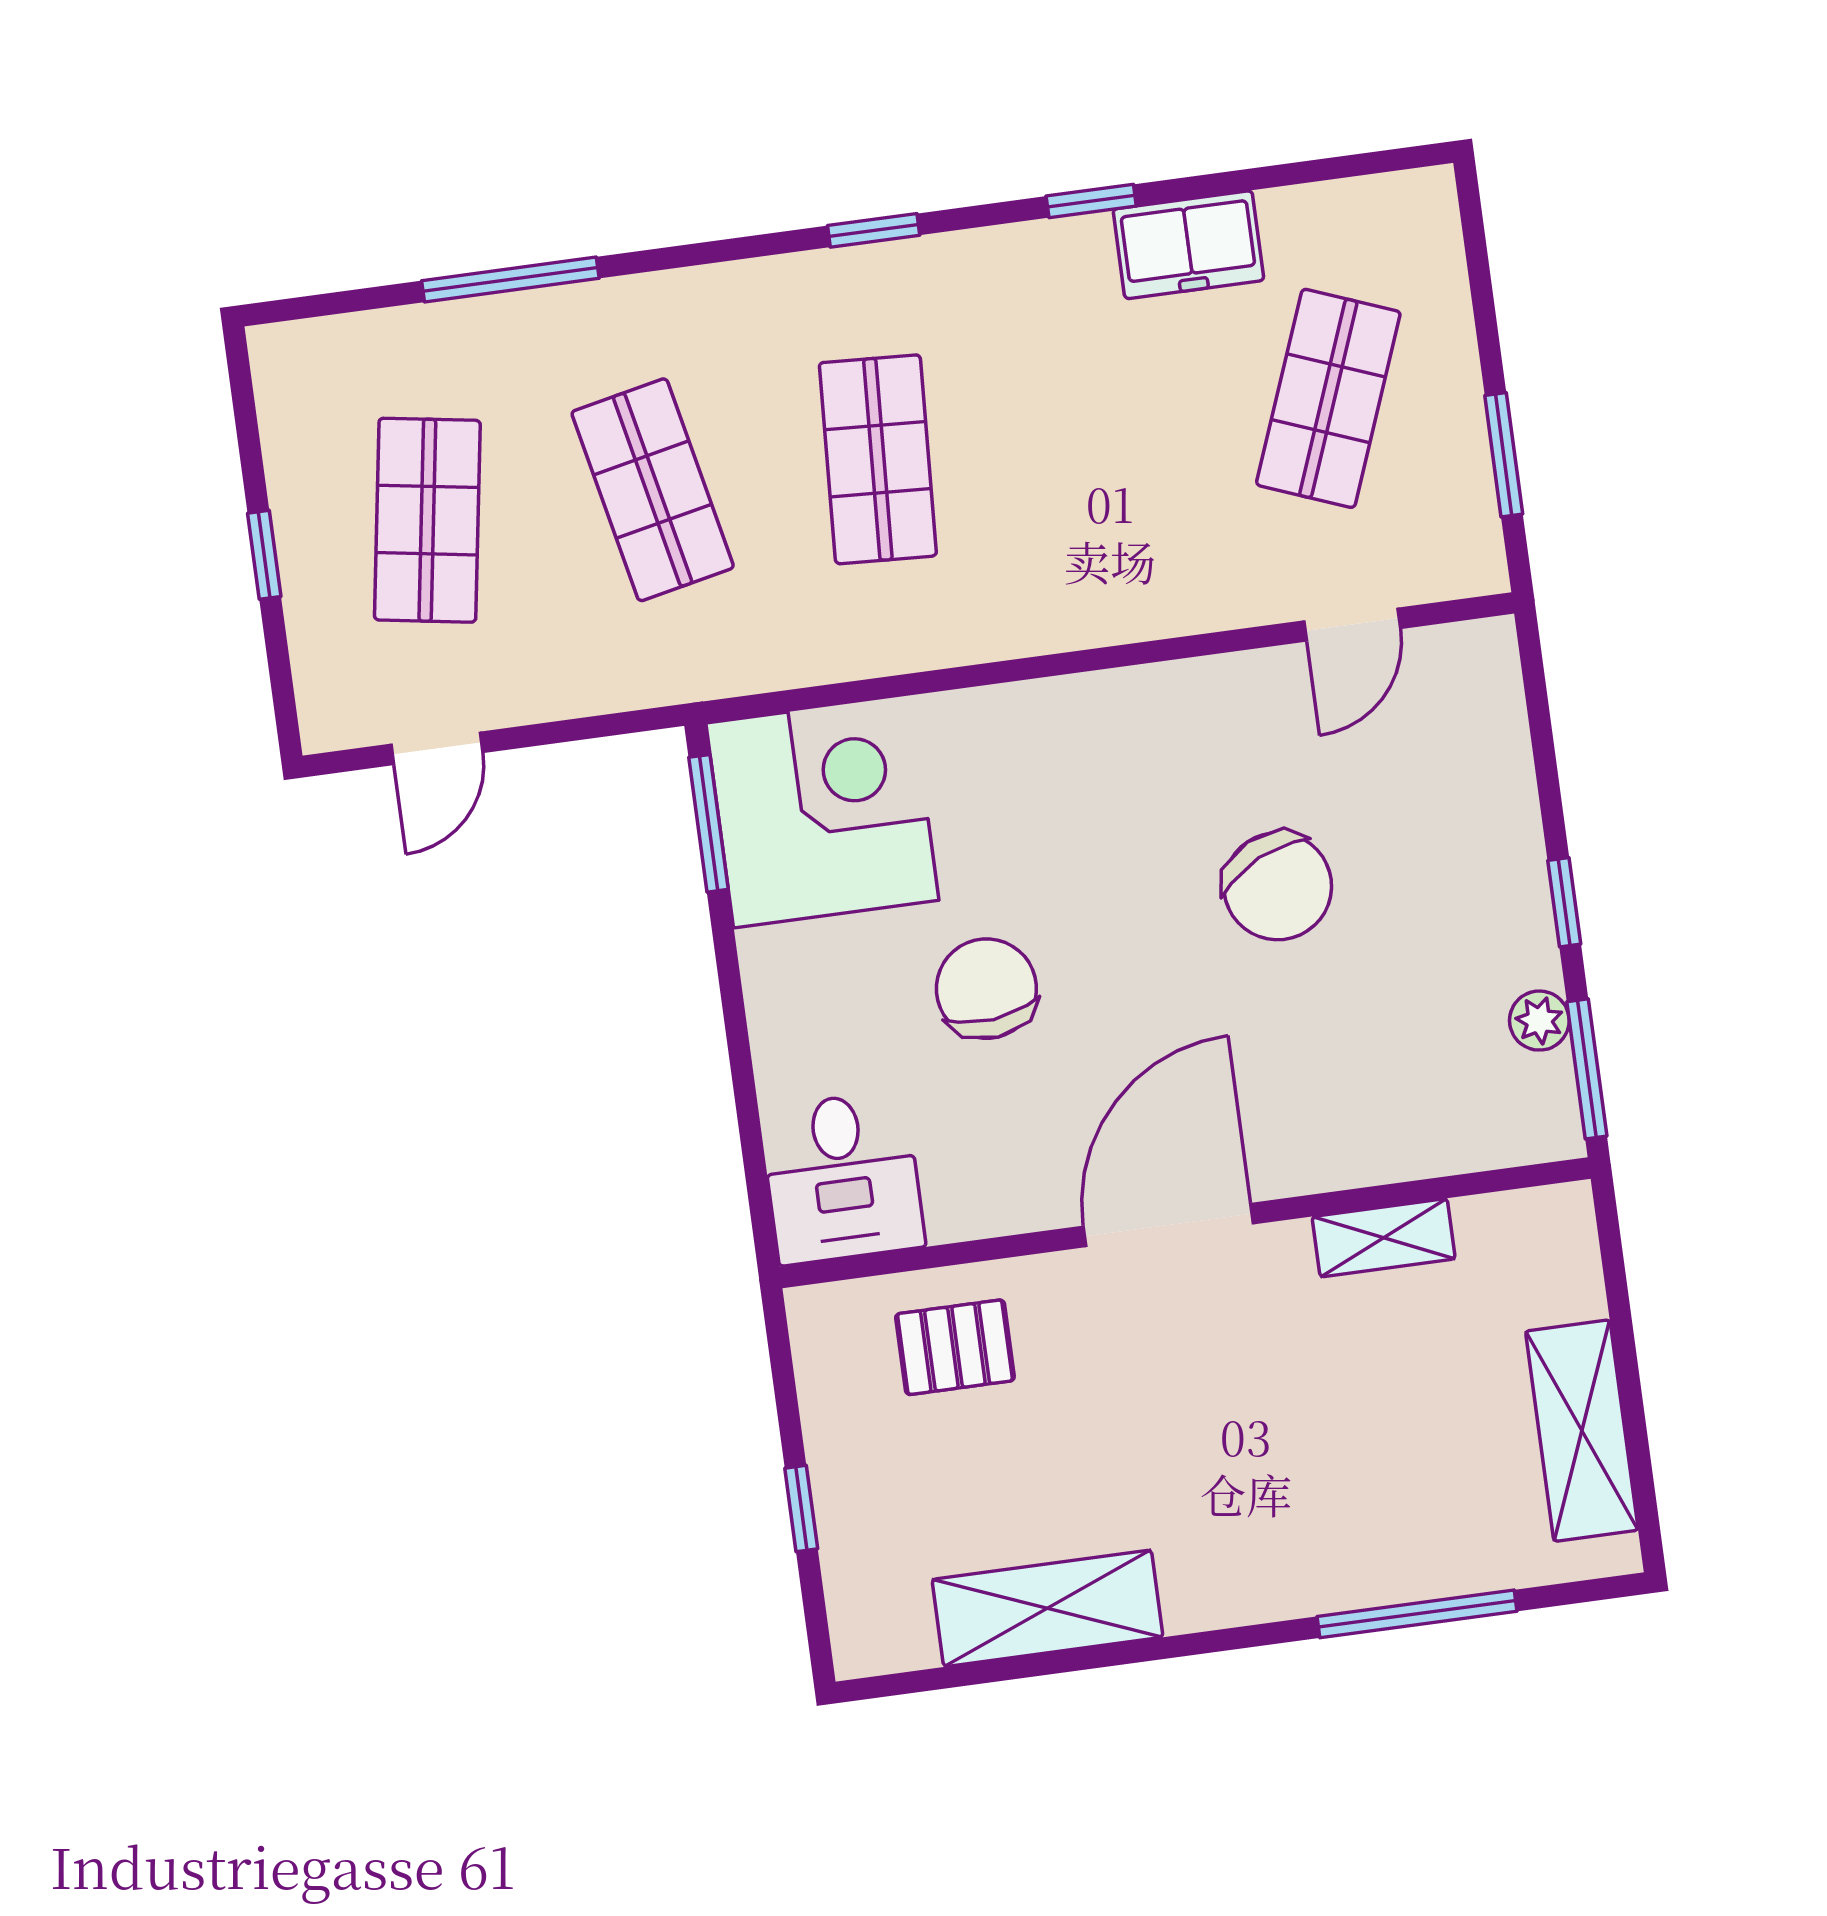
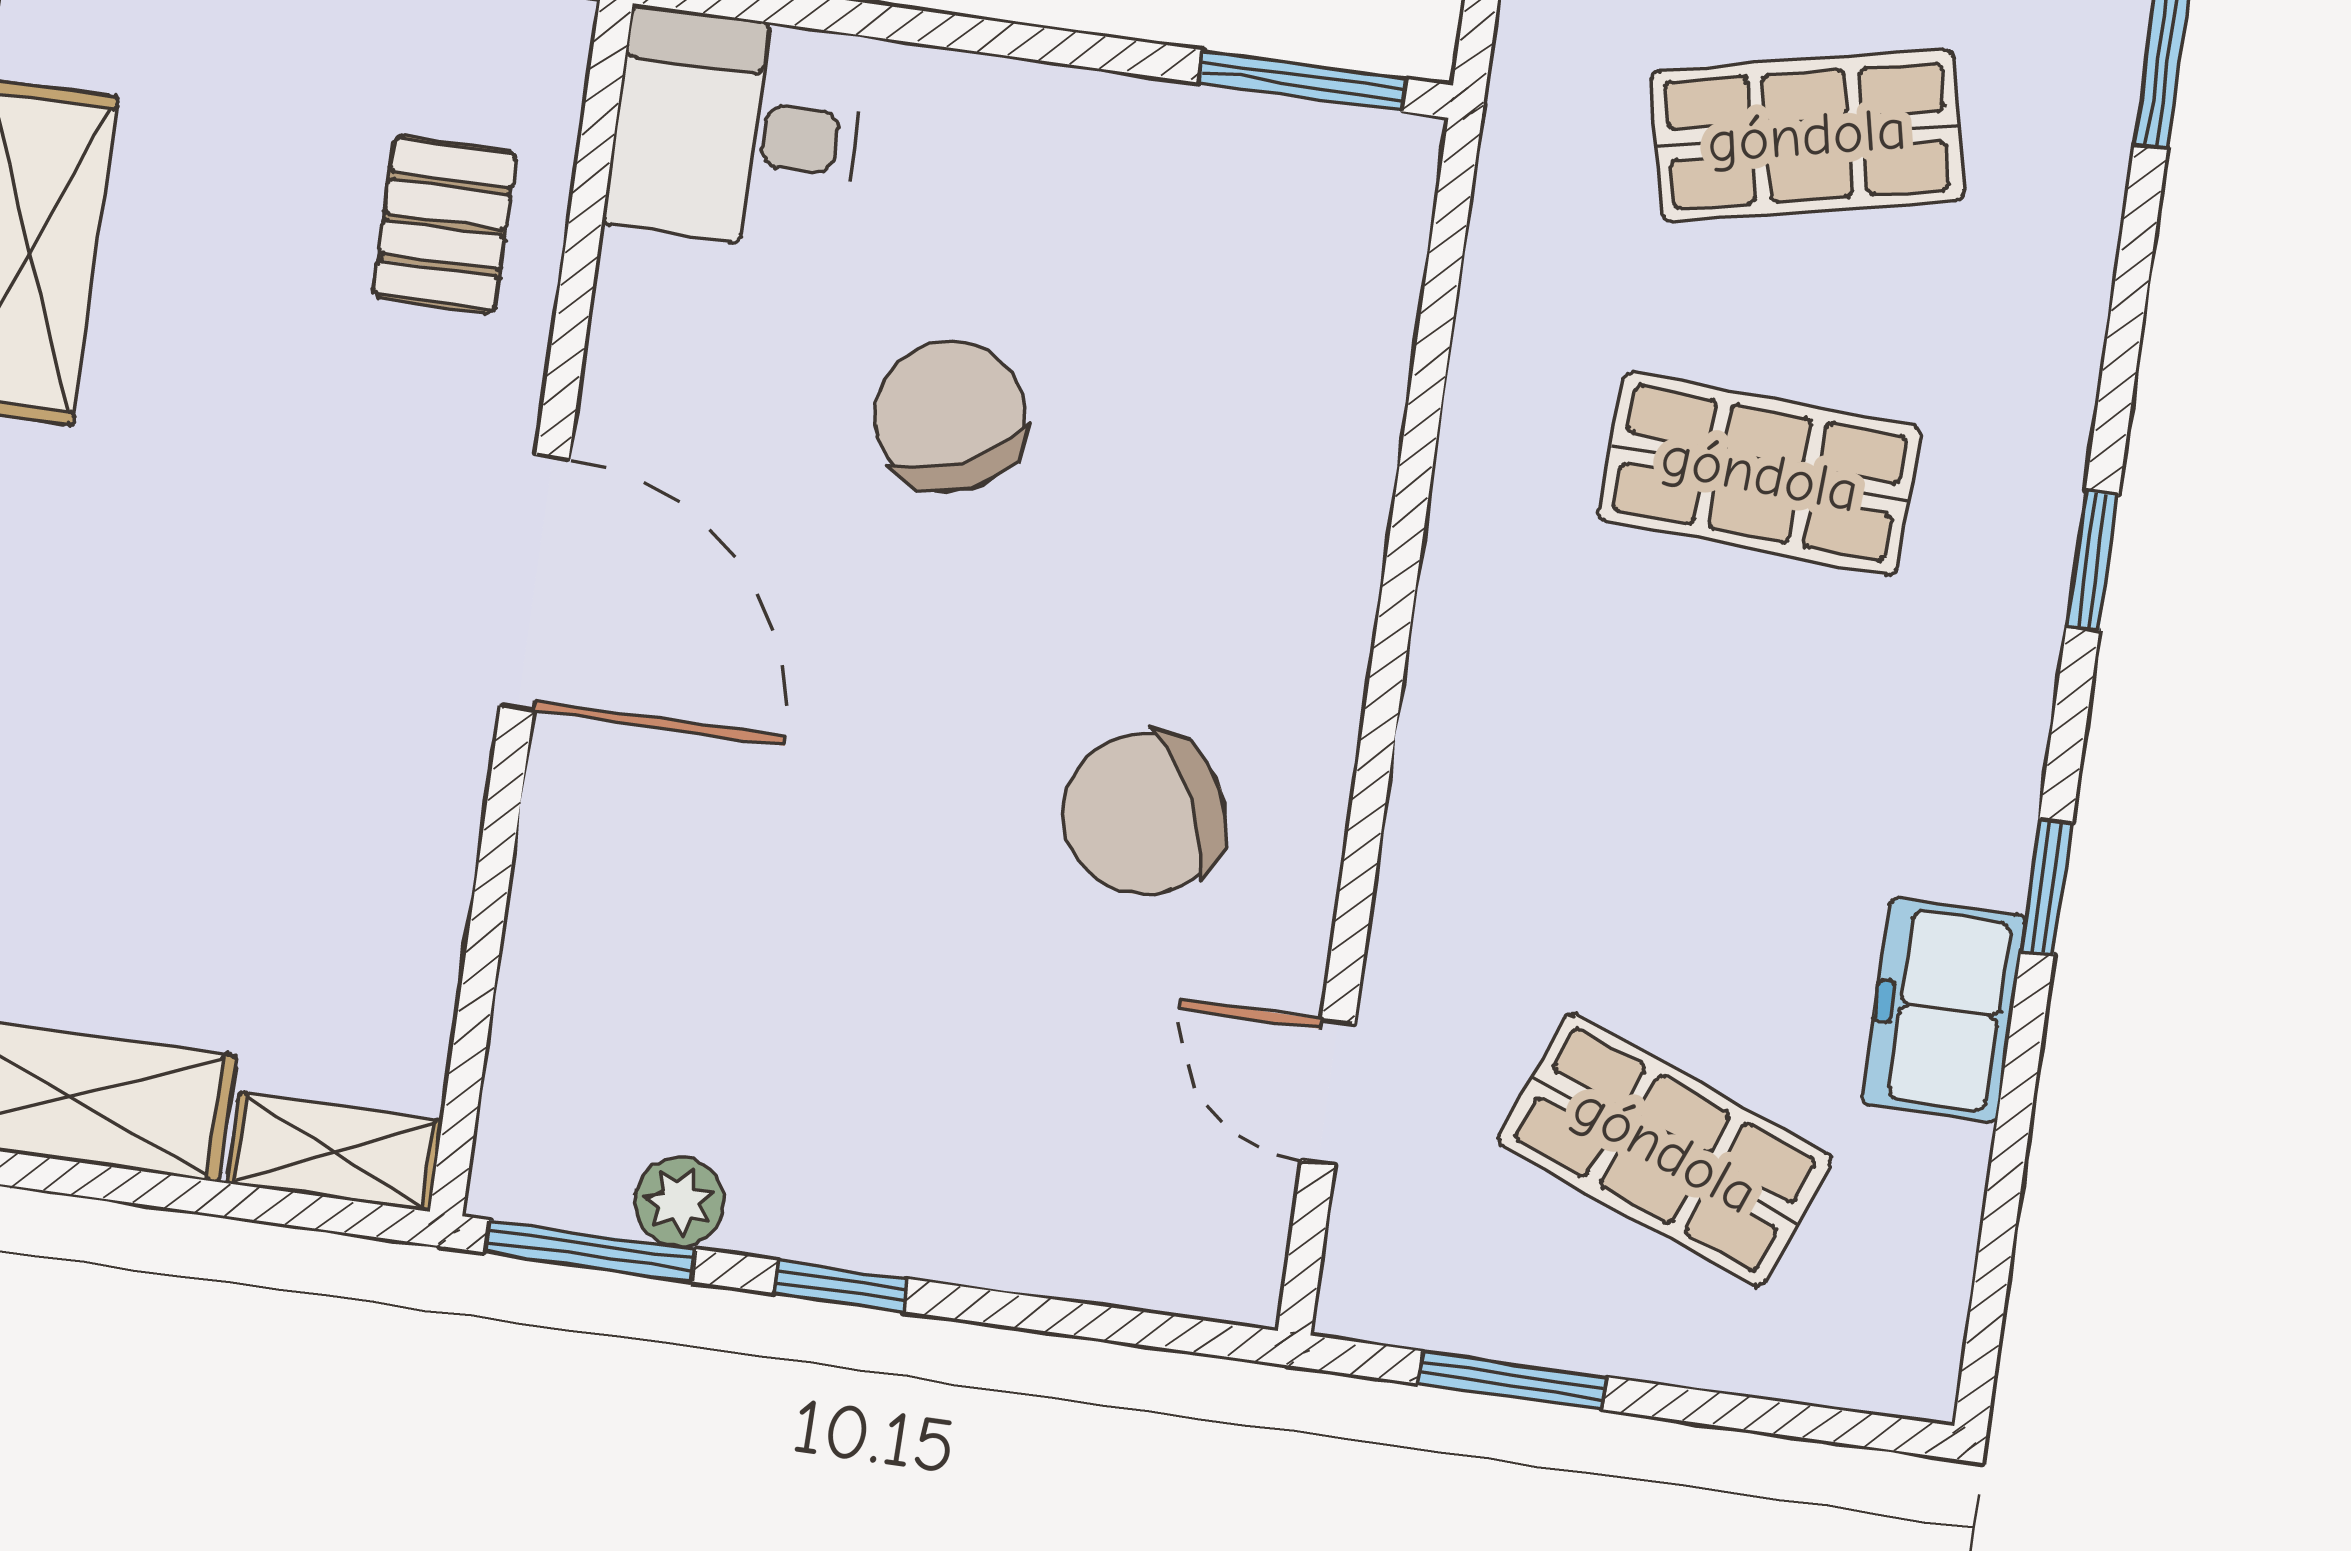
corner desk: (822, 812) -> (1273, 250), removed
chair: (1278, 886) -> (1144, 814), moved
chair: (986, 989) -> (950, 415), turned -108
shelving: (1384, 1238) -> (335, 1152), moved, turned 90

